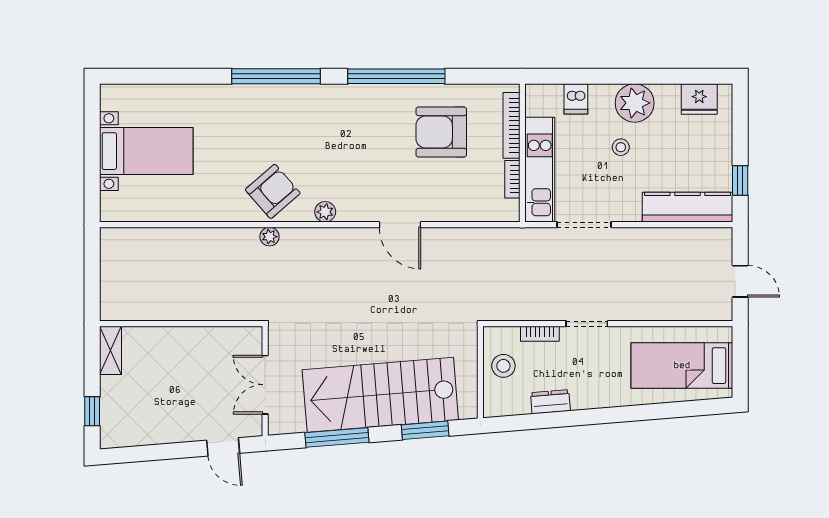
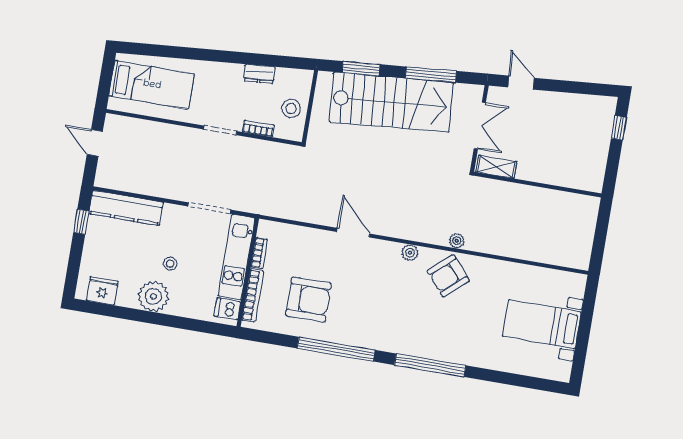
dishwasher: (576, 99) -> (227, 309), moved, turned -90
shelving: (110, 350) -> (496, 167), moved, turned 90

